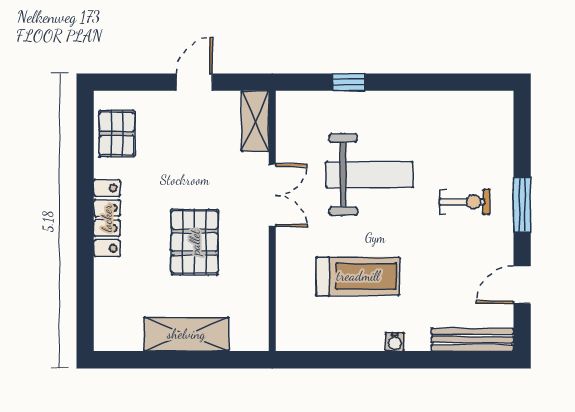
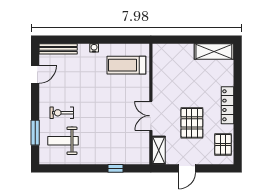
weight bench: (369, 175) -> (63, 141), moved, width x0.73, depth x0.75
window: (522, 205) -> (35, 133), moved
pallet: (195, 242) -> (192, 123), moved
treadmill: (358, 276) -> (126, 65), moved
shelving: (186, 334) -> (214, 51), moved

